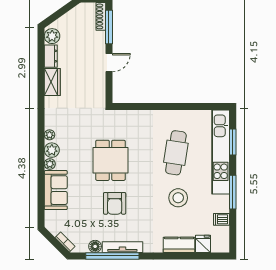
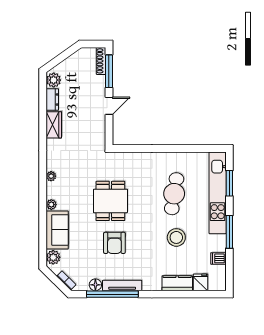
plant: (52, 150) -> (53, 257), moved

